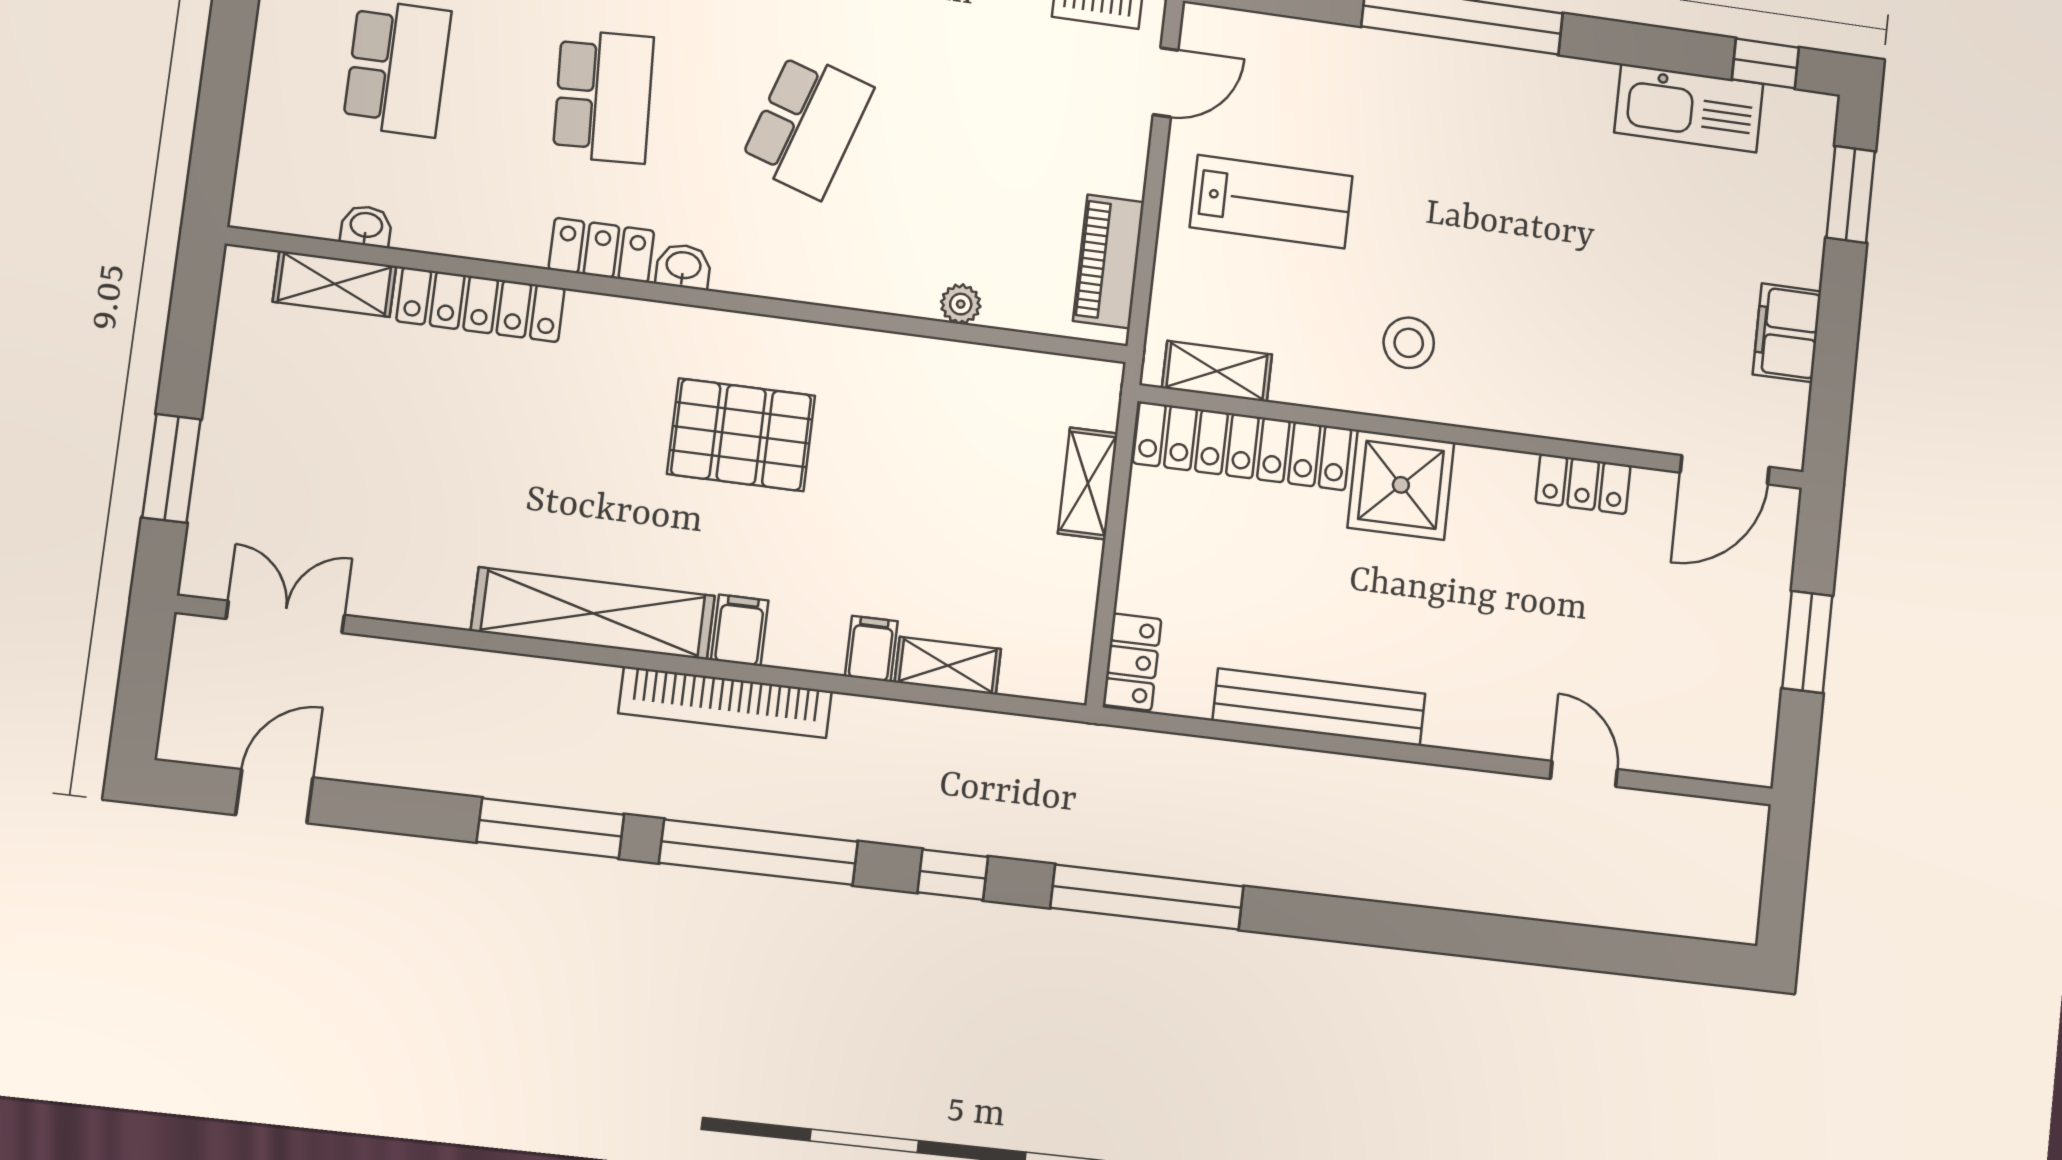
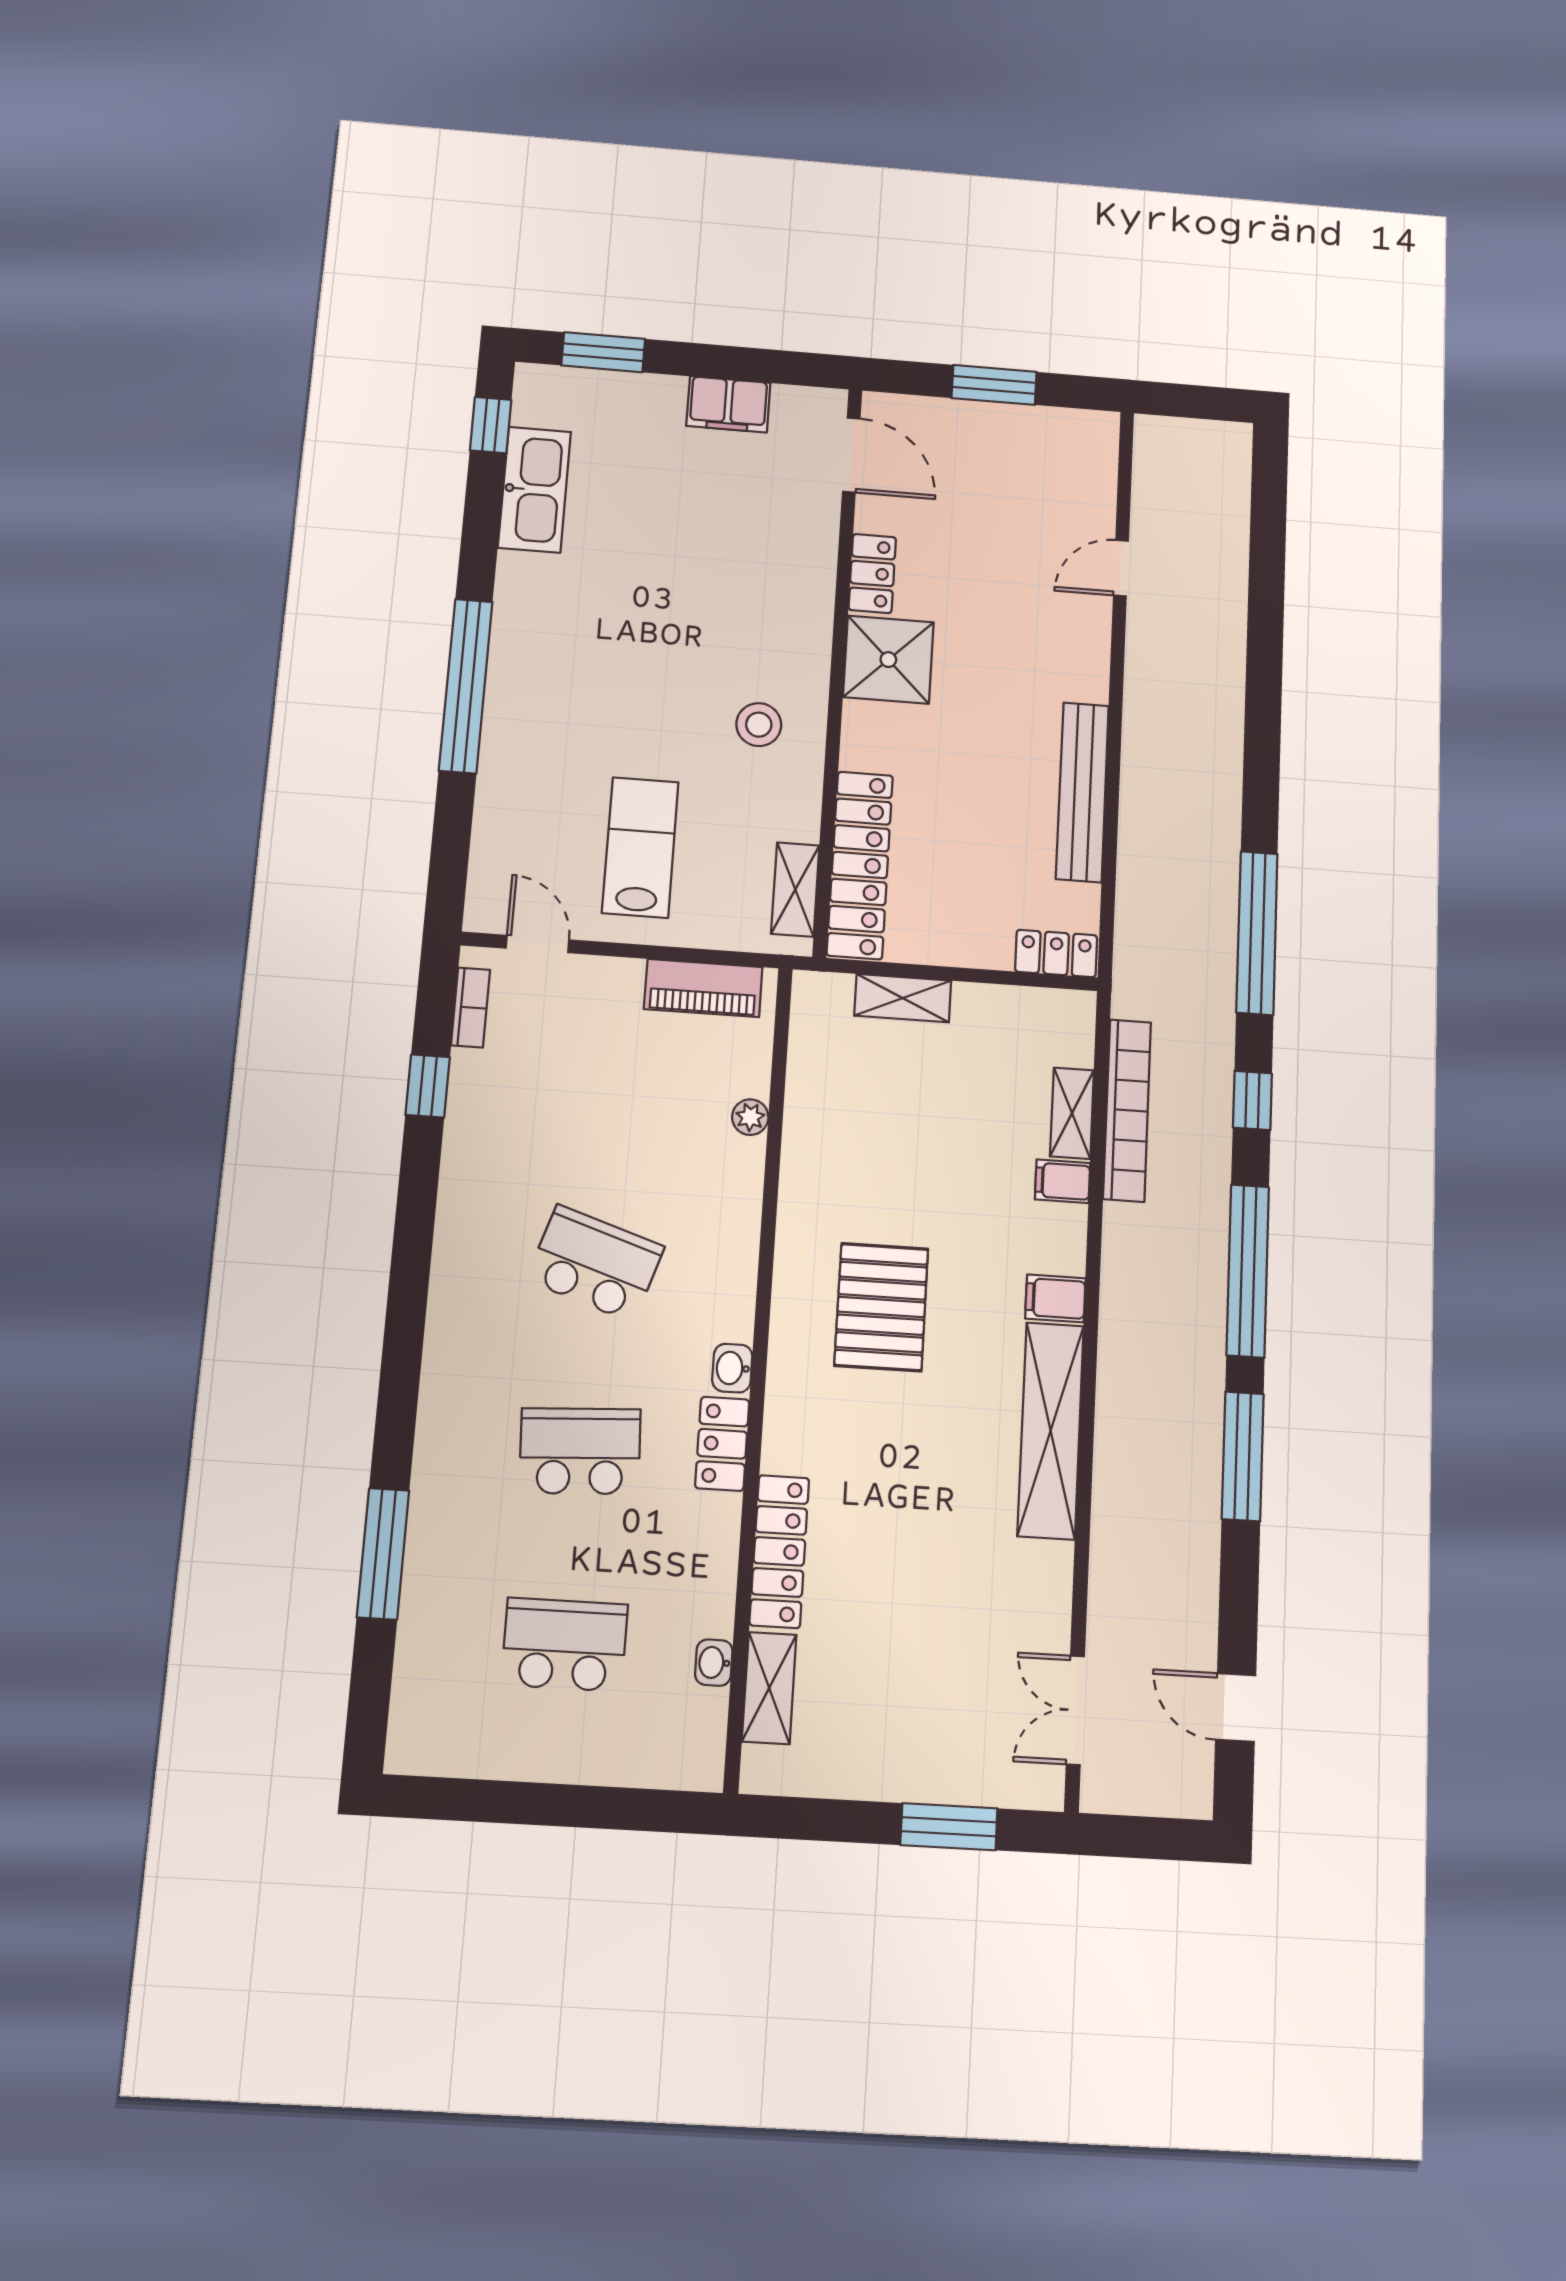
shower: (1401, 485) -> (888, 660), moved
bookcase: (725, 702) -> (1127, 1110), moved

